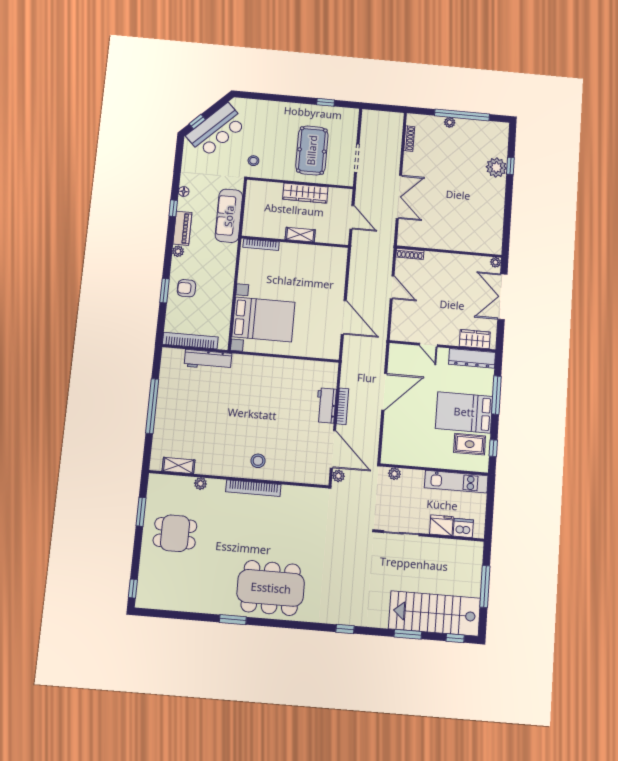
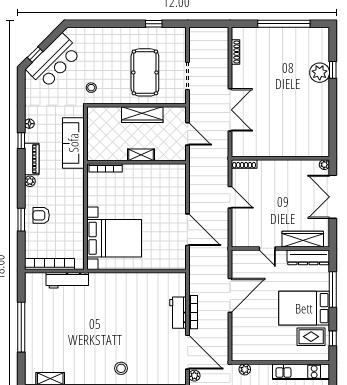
plant: (450, 122) -> (273, 32), removed
wardrobe: (475, 339) -> (303, 239), width x1.50

